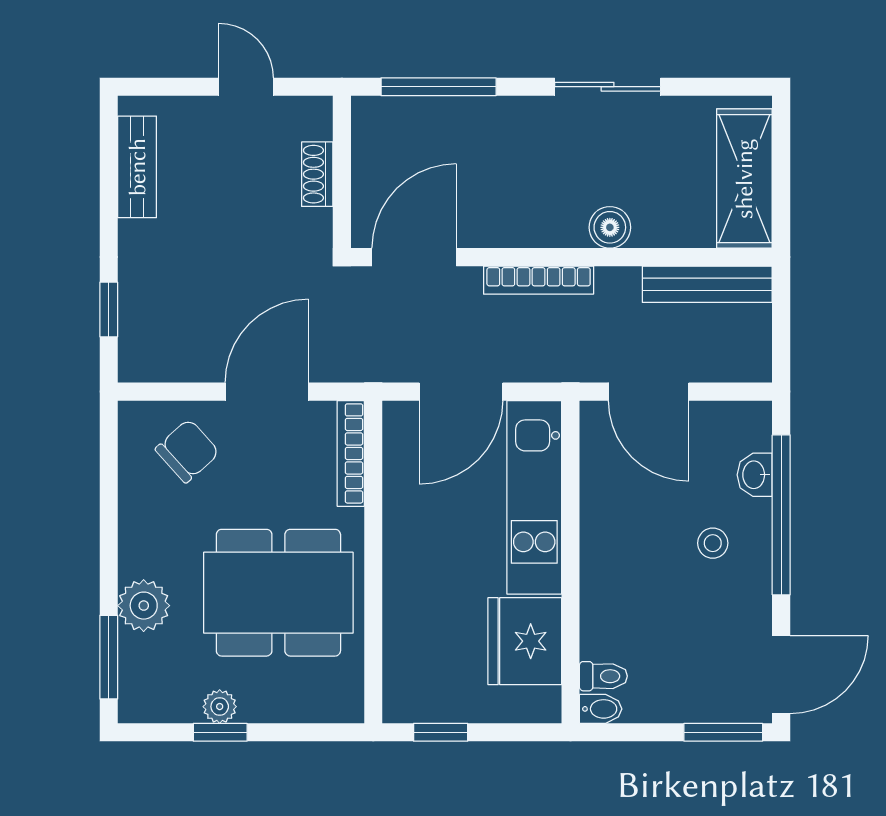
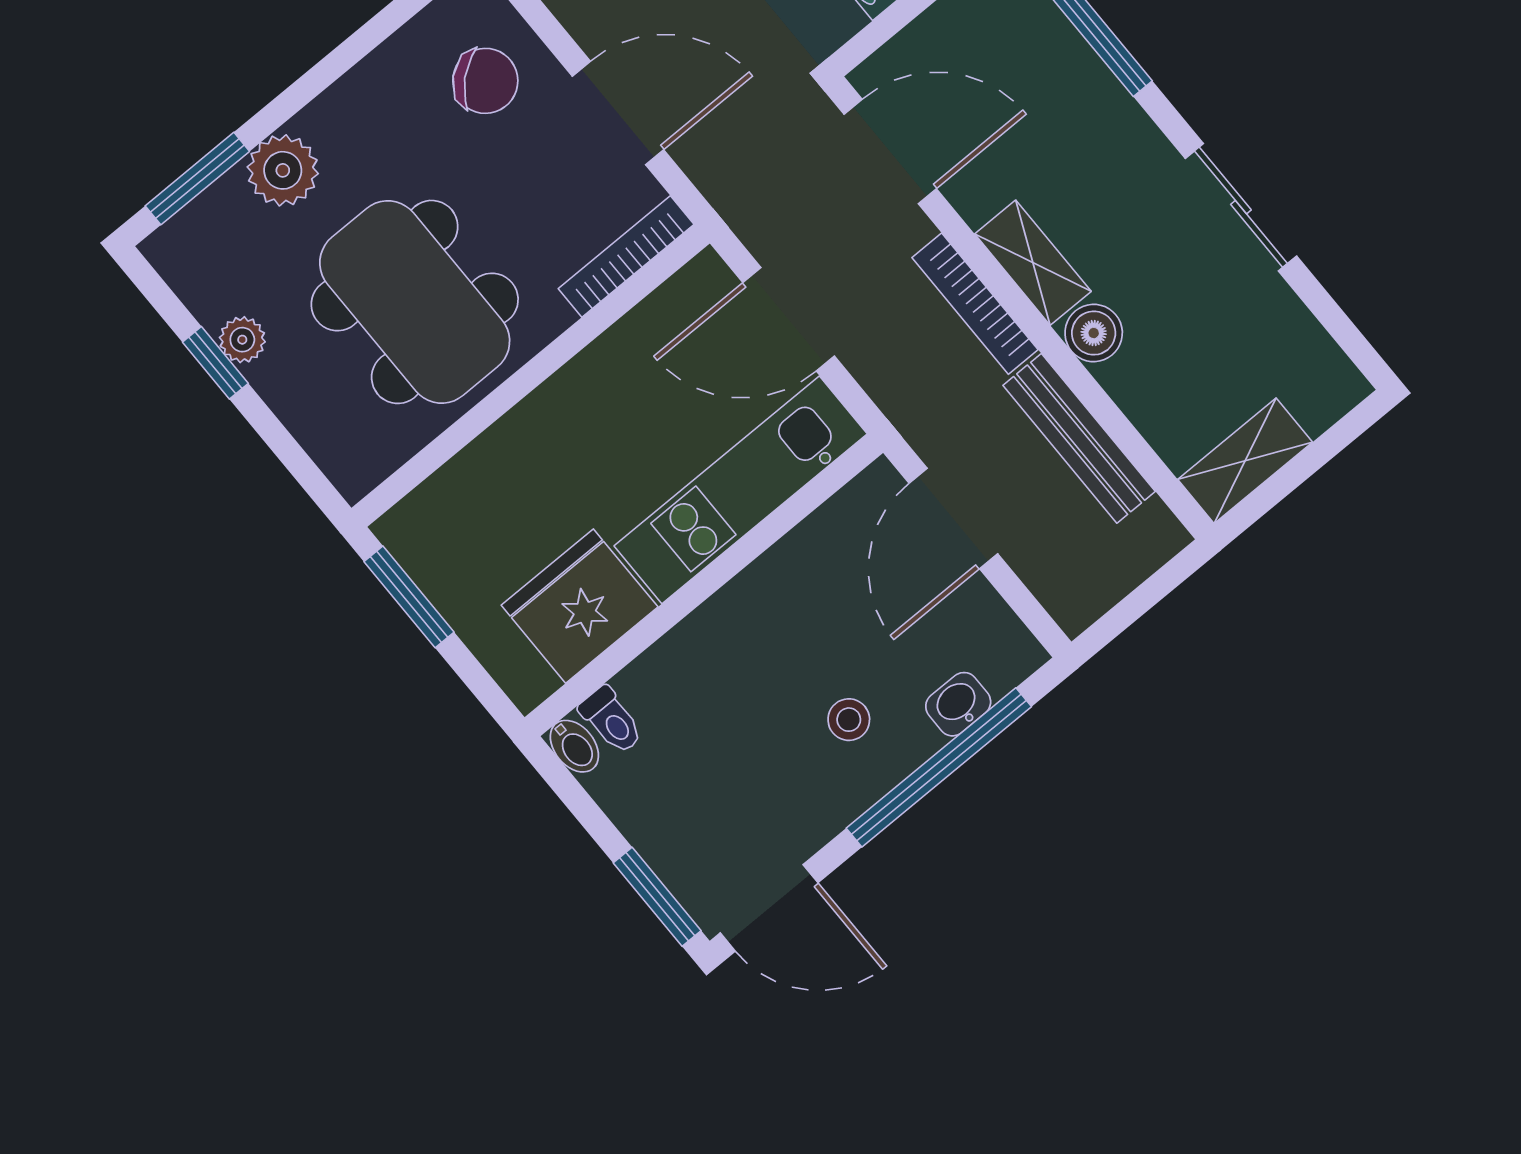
shelving: (744, 179) -> (1245, 461), width x0.67, depth x0.75
shelving: (542, 229) -> (1033, 263), added
bench: (707, 284) -> (1079, 438), moved
window: (441, 732) -> (409, 597), width x1.50

